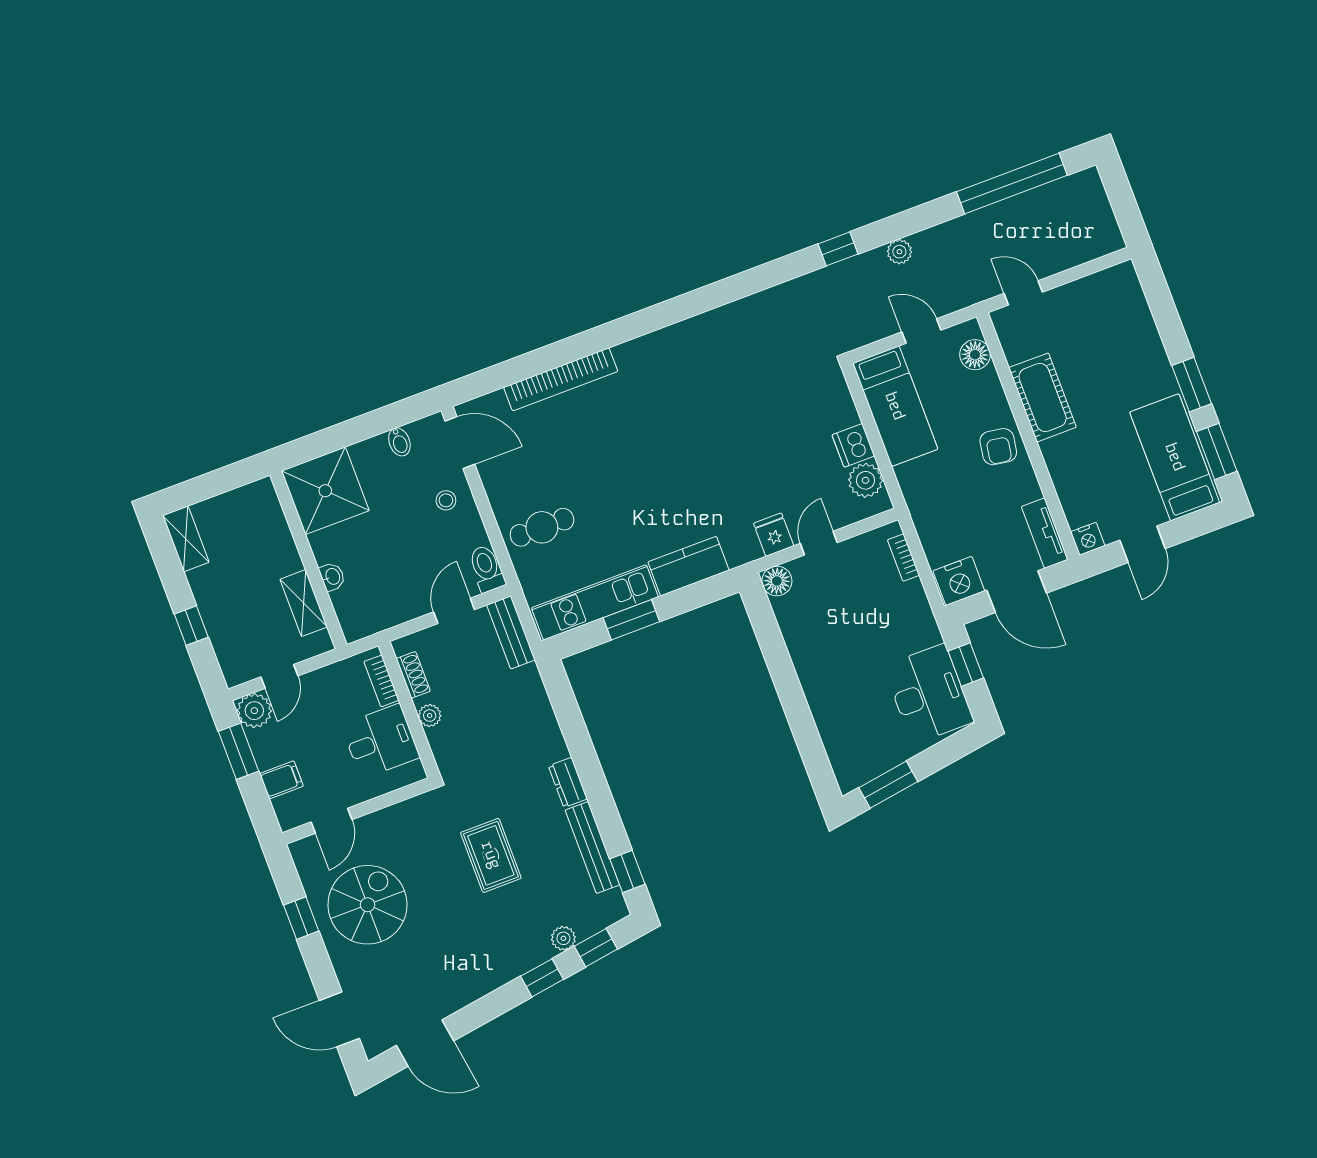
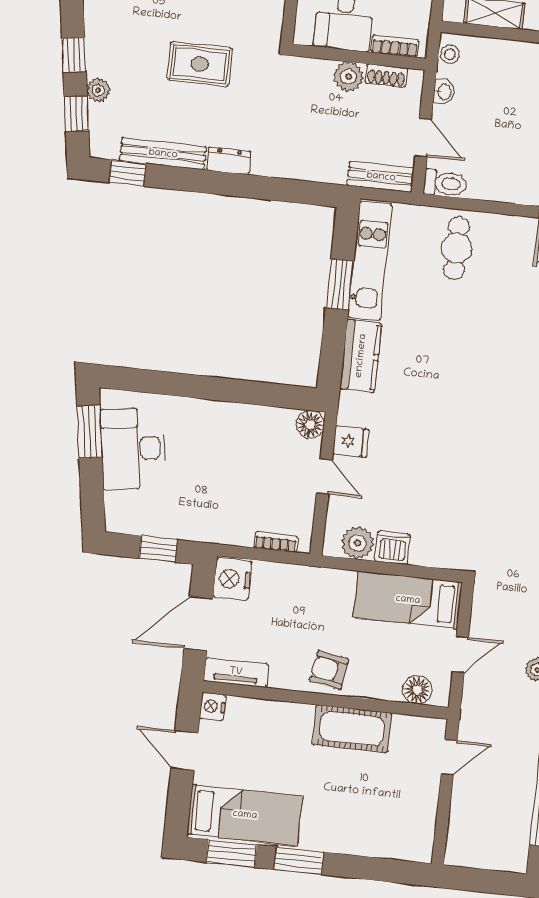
stool: (446, 500) -> (450, 54), moved
washbasin: (332, 577) -> (444, 92), moved, turned -90
desk: (929, 694) -> (133, 449), moved, turned 81
plant: (430, 715) -> (348, 77), width x1.38, depth x1.38

